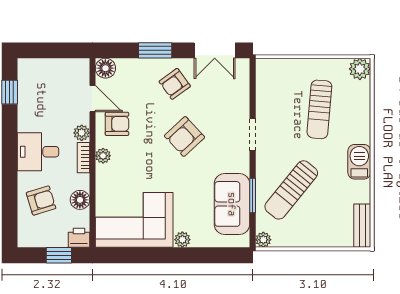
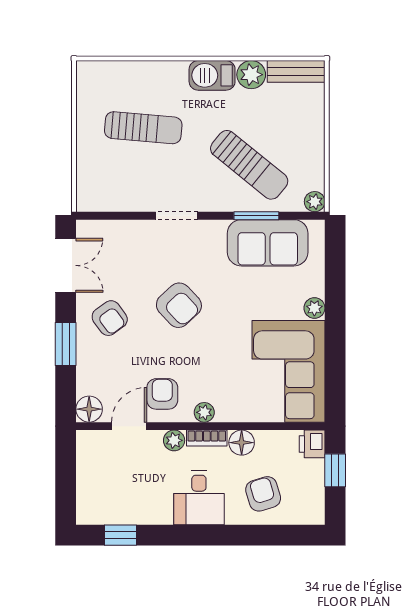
plant: (360, 69) -> (251, 75), moved
floor lamp: (80, 200) -> (242, 443), moved

